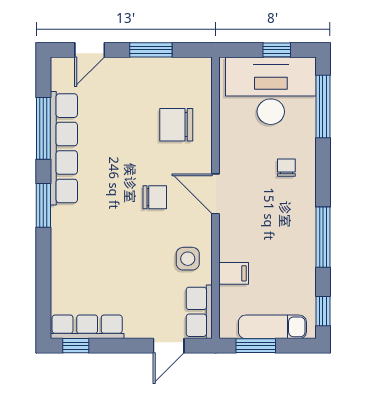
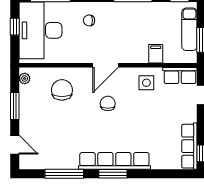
plant: (194, 66) -> (25, 78), added
chair: (176, 125) -> (62, 90), turned 180
row of seats: (64, 148) -> (114, 161), moved

